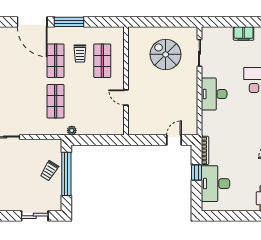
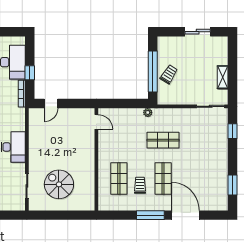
spiral stairs: (166, 54) -> (59, 184), turned 180
door: (126, 97) -> (96, 122), moved
shop shelf: (56, 101) -> (163, 140), turned 90
sliding door: (35, 216) -> (198, 32), moved

